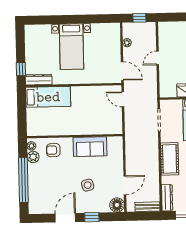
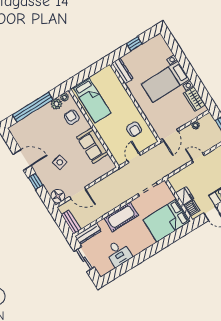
wardrobe: (103, 30) -> (194, 99), added
window: (21, 69) -> (134, 44), moved
bed: (48, 97) -> (92, 100), moved
door: (123, 99) -> (134, 158), moved
armchair: (98, 100) -> (134, 129), added

